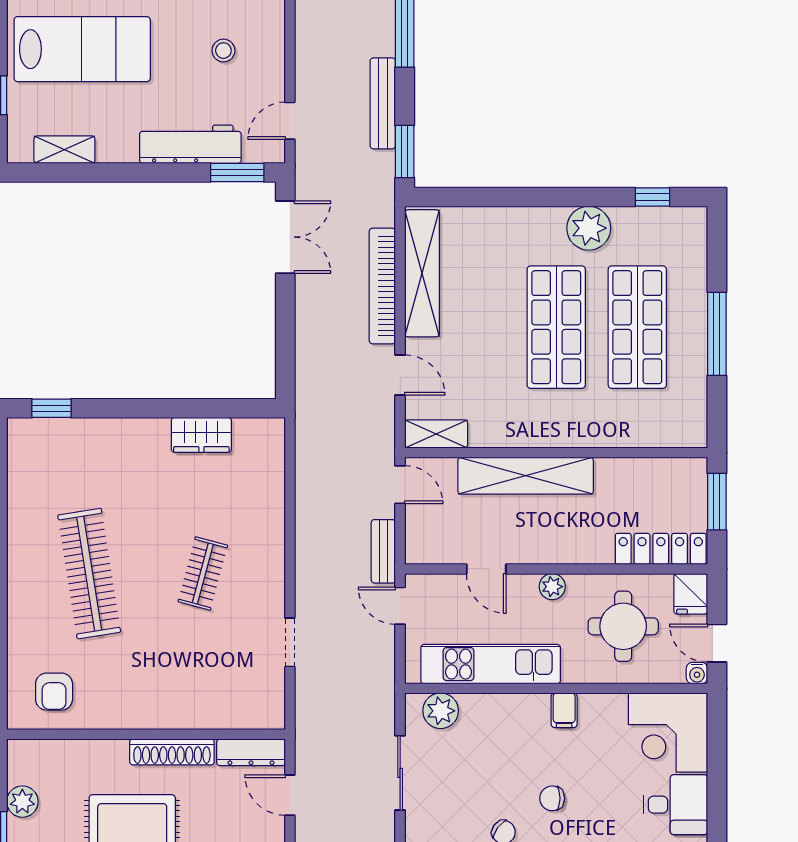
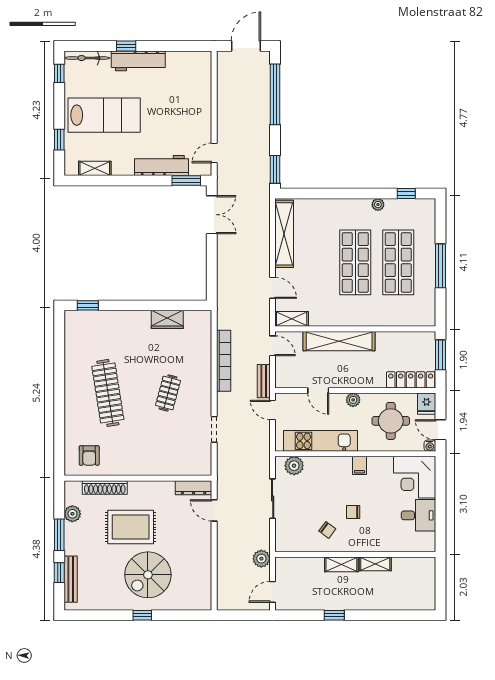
stool: (223, 51) -> (179, 116), removed
bench: (383, 103) -> (263, 144), removed
plant: (589, 228) -> (378, 205), width x0.53, depth x0.53
bookcase: (382, 286) -> (224, 361), moved, turned 180
shoe rack: (172, 752) -> (105, 487), moved

